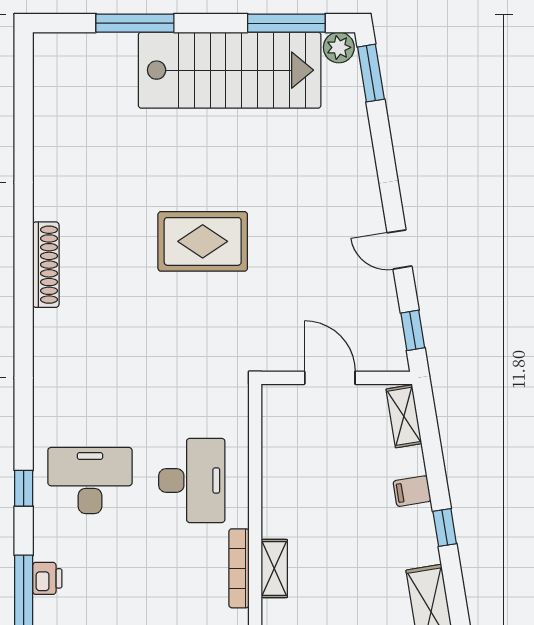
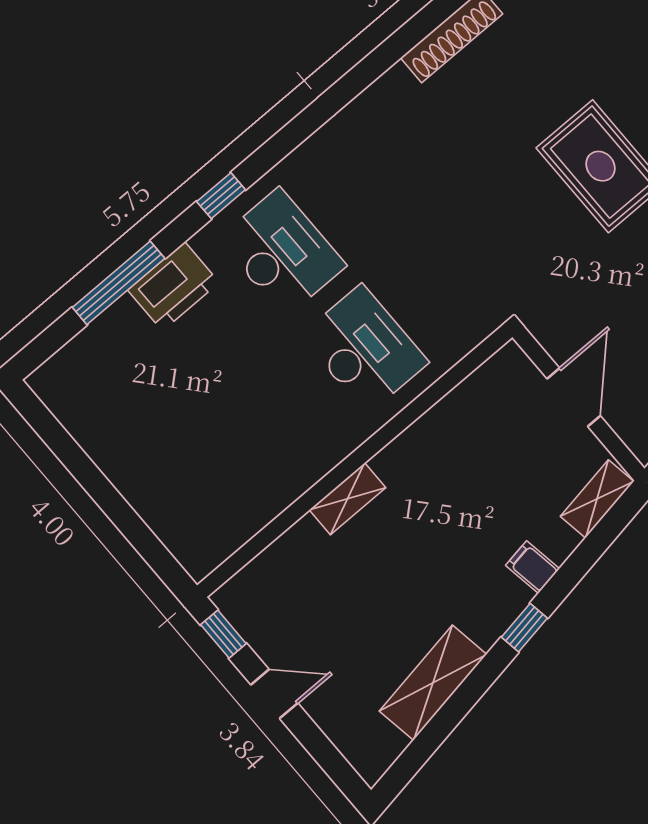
desk: (192, 480) -> (364, 349), turned -90
bookcase: (239, 568) -> (319, 465), removed
printer: (47, 578) -> (173, 286), width x1.87, depth x1.48

